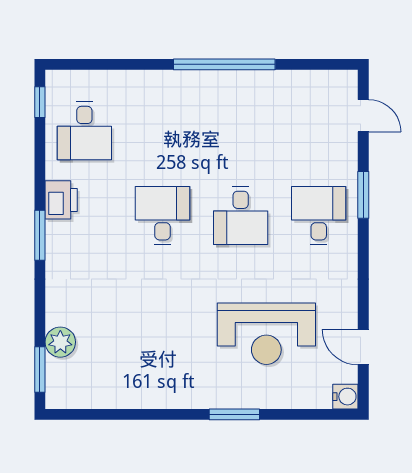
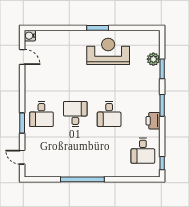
desk: (84, 131) -> (143, 151), turned 180
reception desk: (266, 334) -> (108, 51), moved
window: (40, 369) -> (162, 69), moved
window: (234, 414) -> (98, 28), moved

